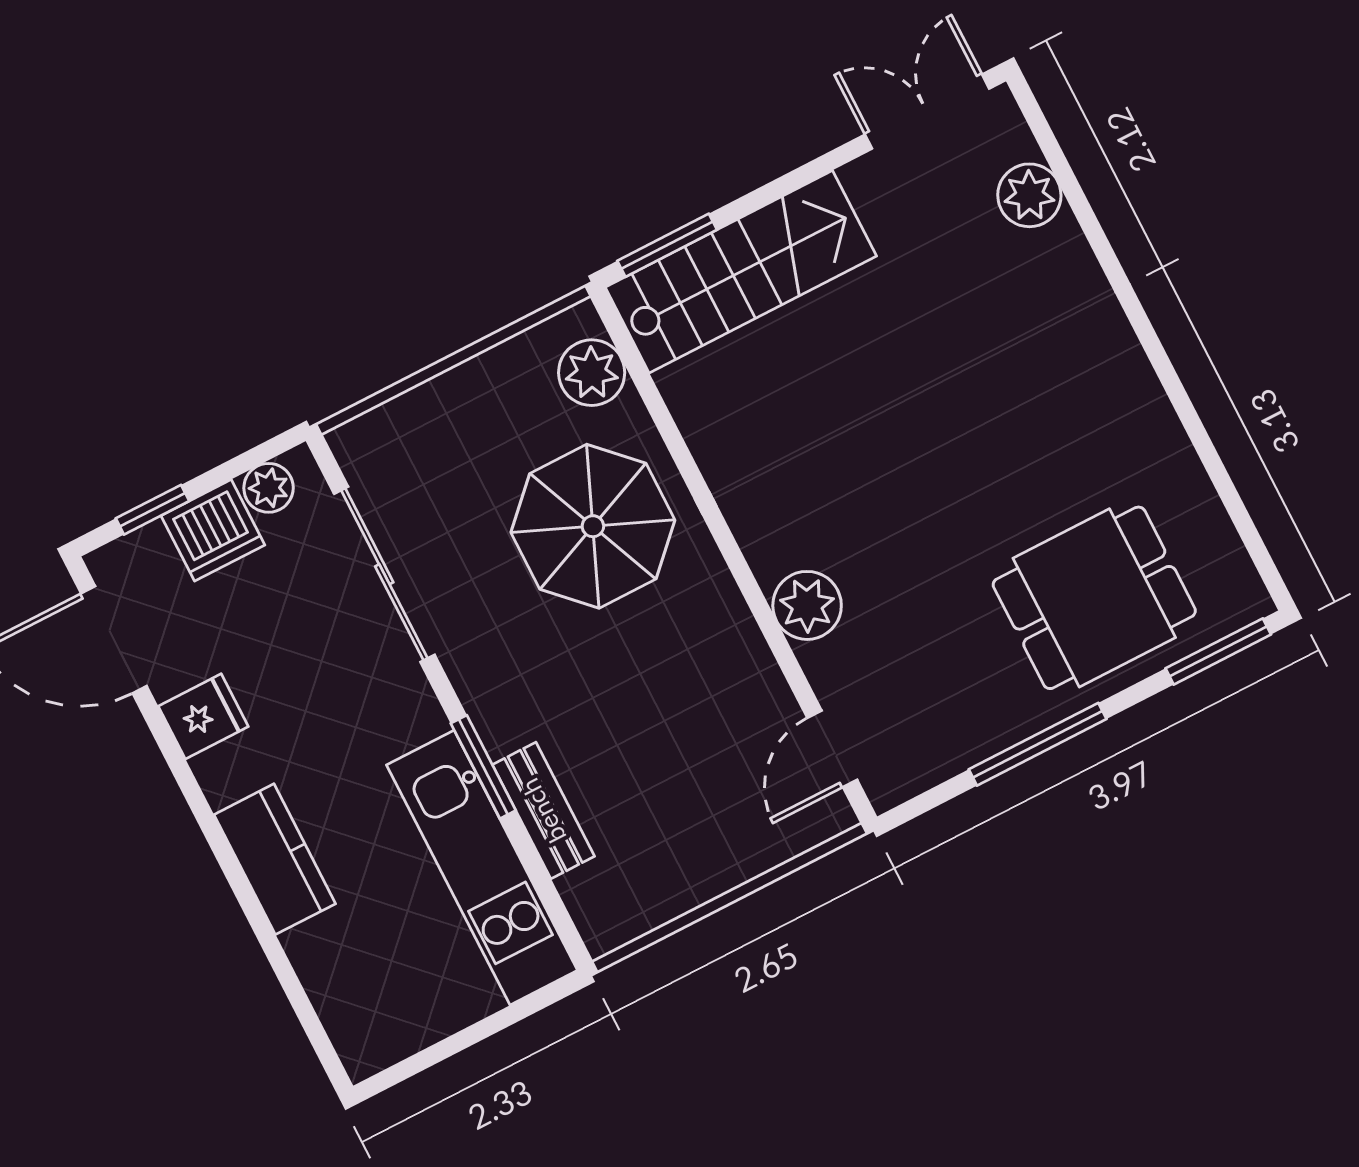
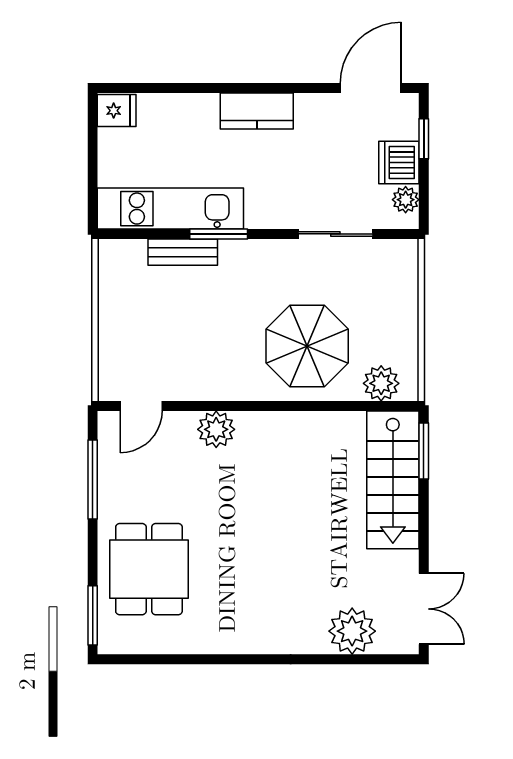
plant: (1029, 195) -> (352, 631), width x1.36, depth x1.36
sliding door: (384, 574) -> (335, 234), width x0.73
fridge: (203, 716) -> (117, 111), moved, turned -90
window: (1038, 744) -> (93, 479), moved
door: (832, 749) -> (141, 406), swing flipped
kitchen counter: (275, 859) -> (257, 111), moved

